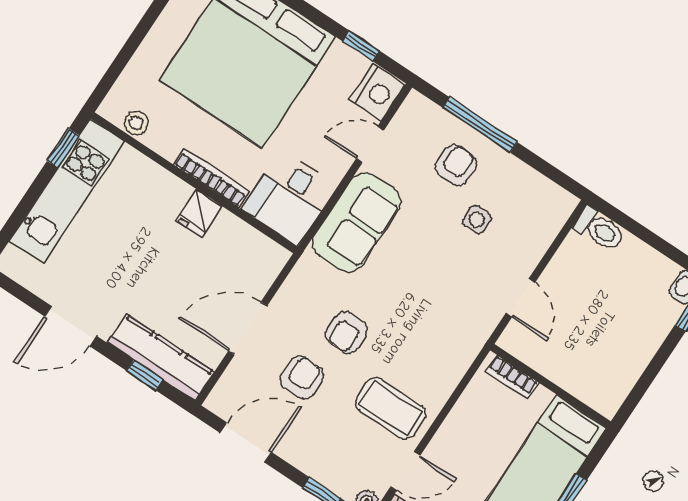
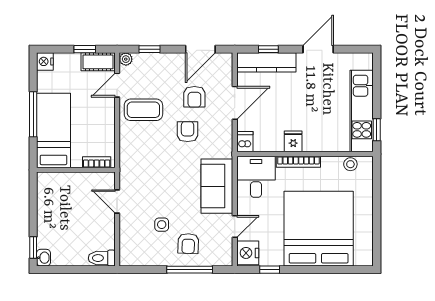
dishwasher: (271, 261) -> (245, 142), added

